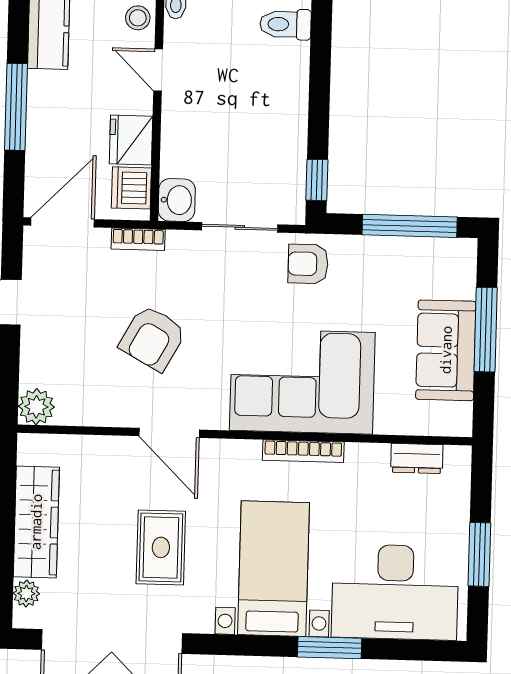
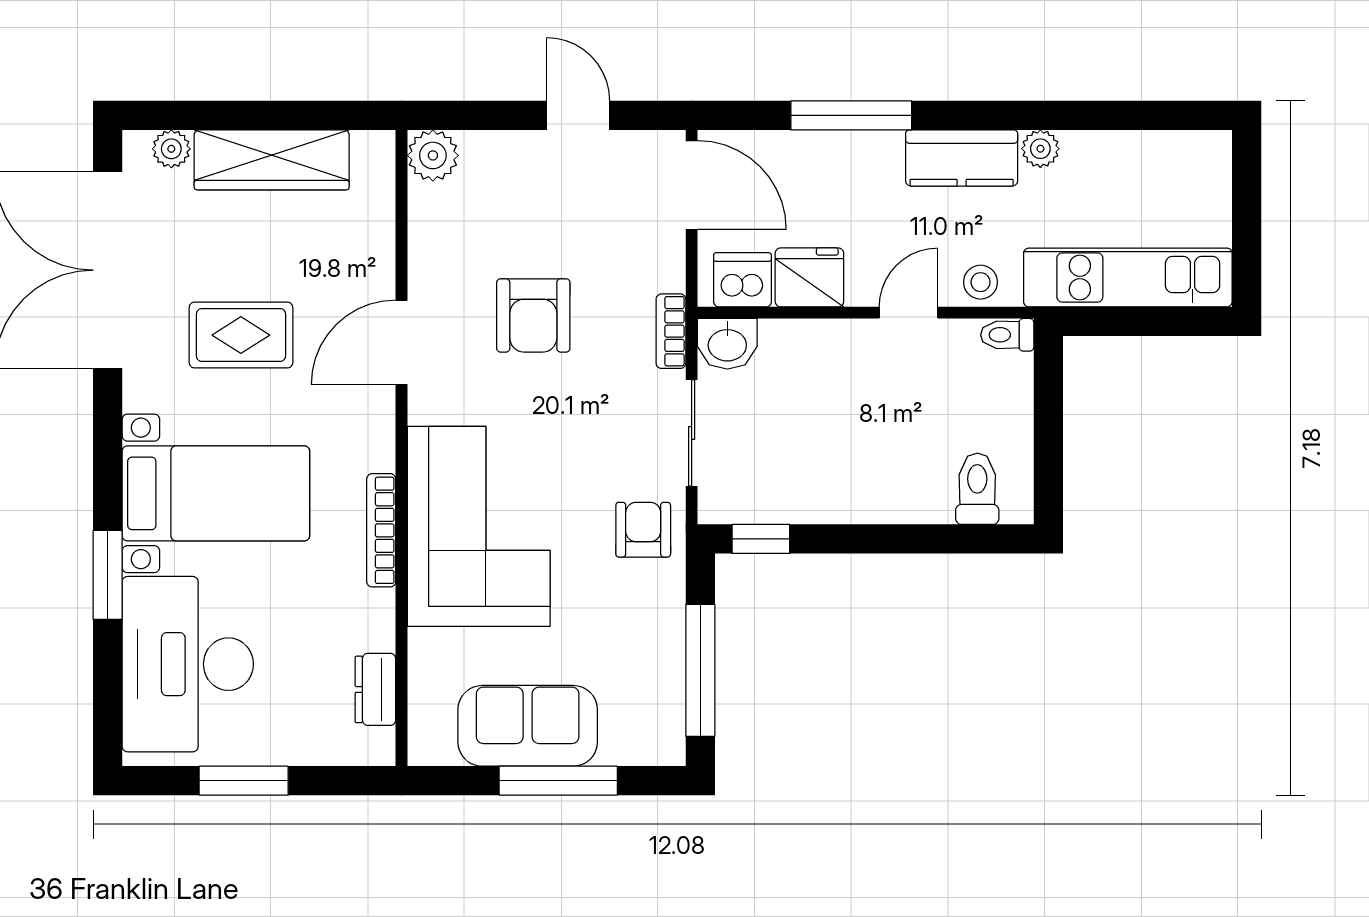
bookcase: (138, 239) -> (671, 331), moved
armchair: (153, 338) -> (533, 315), turned -119

